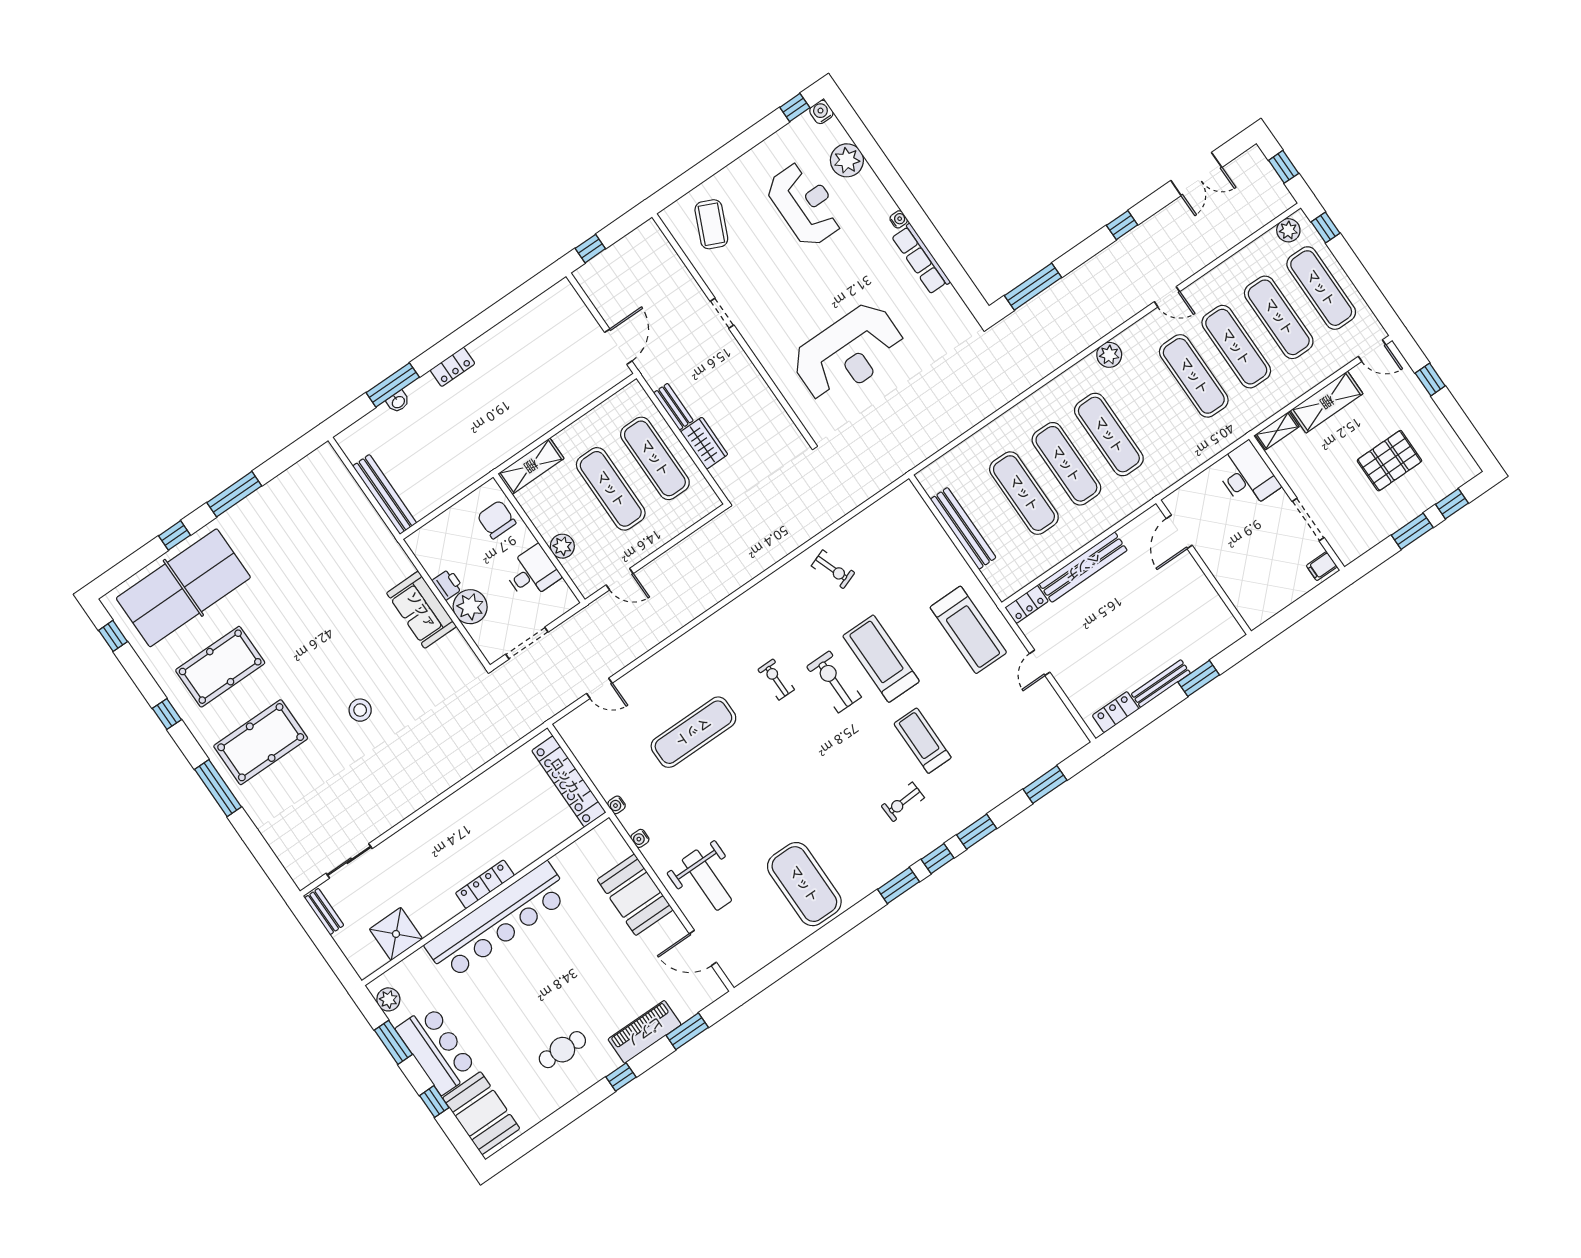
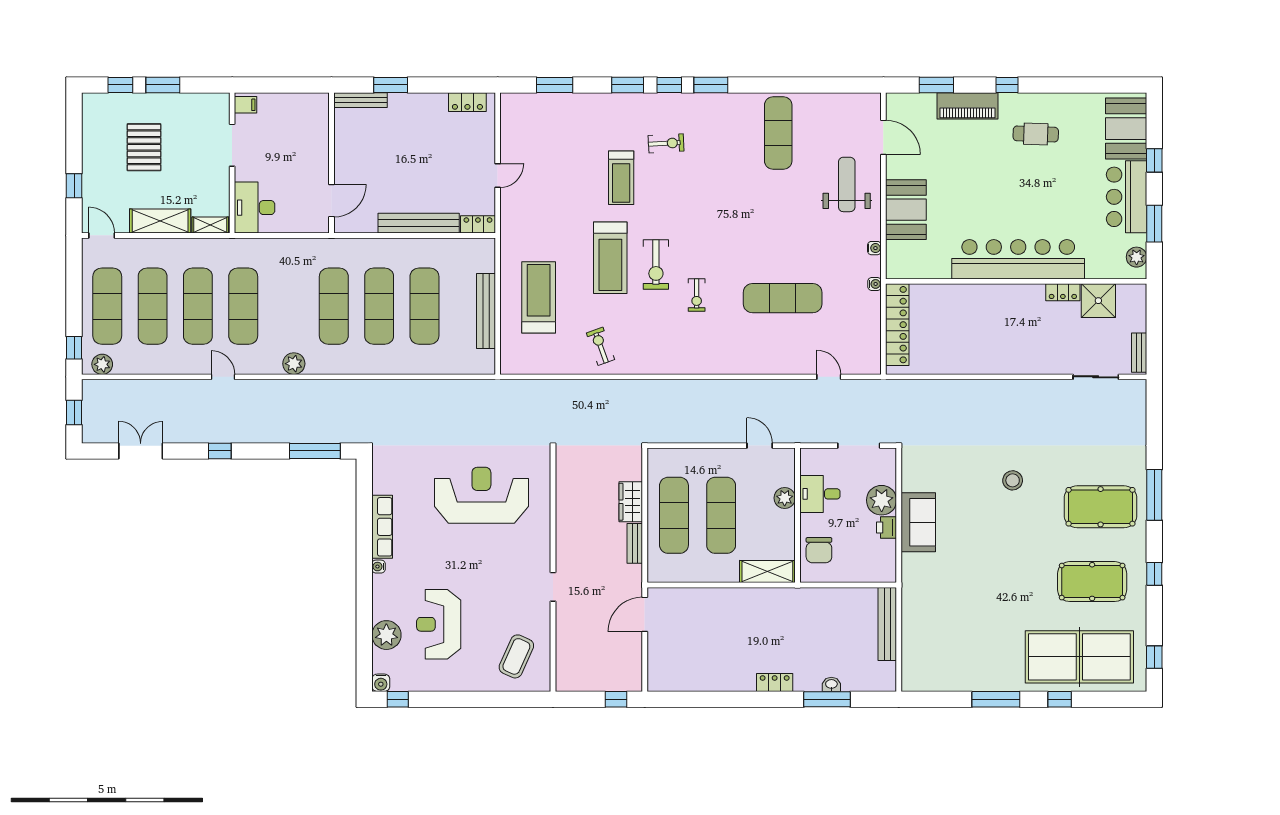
pallet: (1389, 461) -> (144, 147), turned 90
treadmill: (968, 630) -> (539, 297), moved
bench: (1161, 684) -> (360, 100), moved
locker: (485, 884) -> (1063, 292), moved, width x0.66
exercise mat: (804, 884) -> (778, 133), width x0.68

